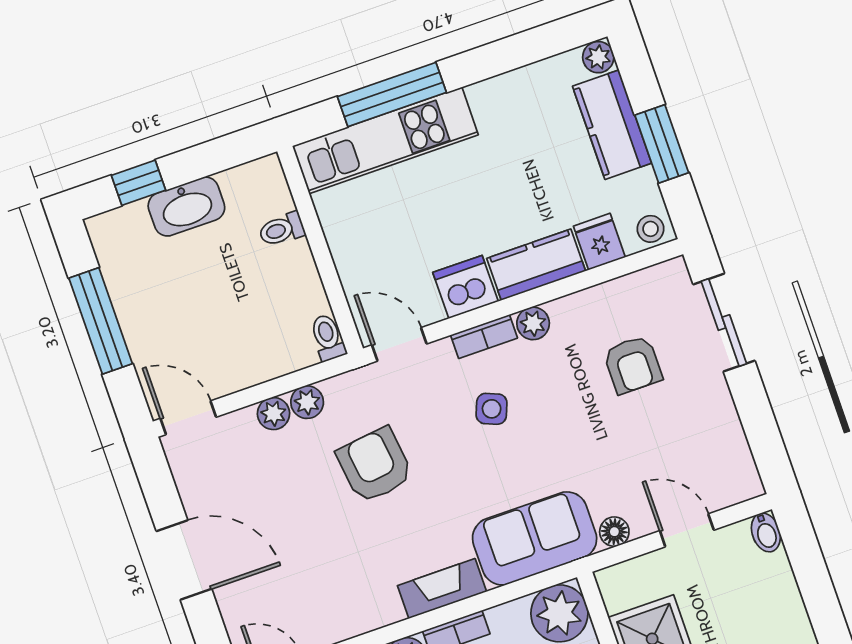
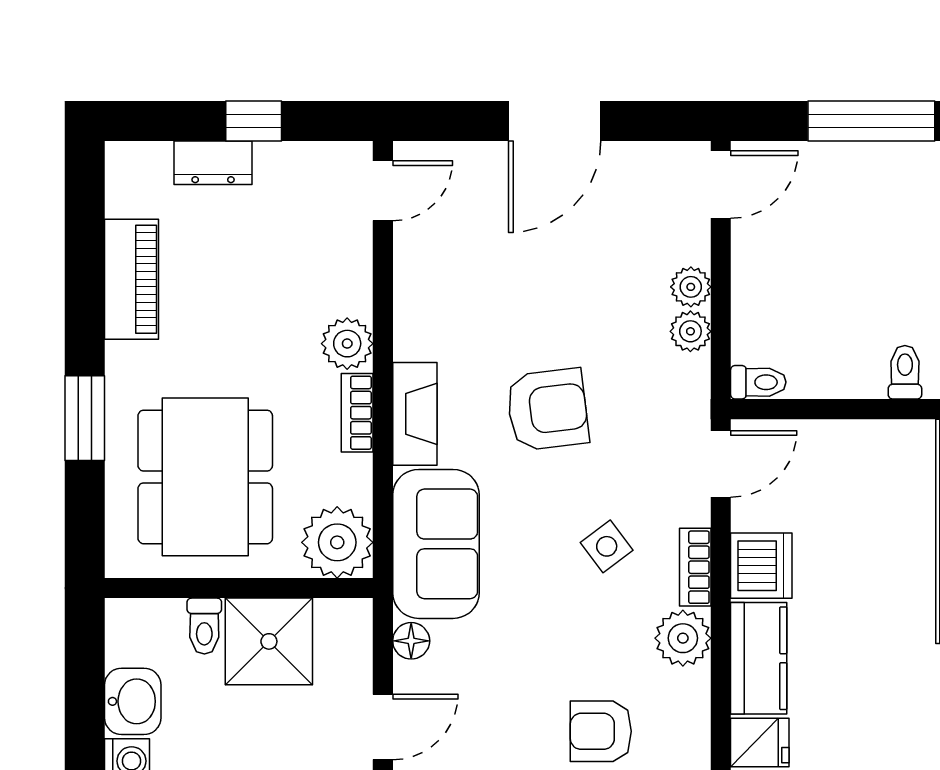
plant: (533, 323) -> (683, 638), width x1.38, depth x1.38
side table: (492, 409) -> (607, 546), turned 31
armchair: (375, 465) -> (547, 409), moved

